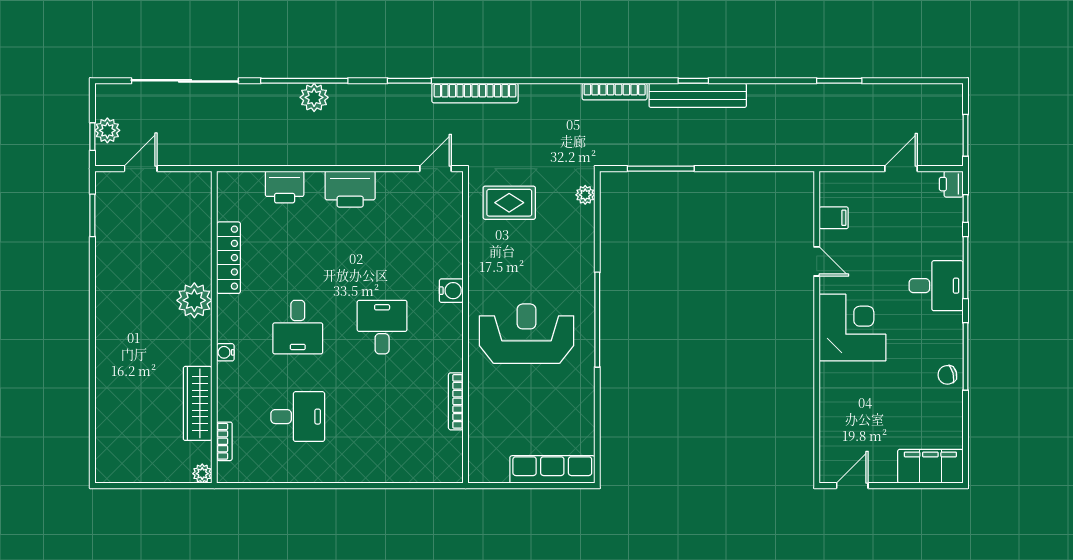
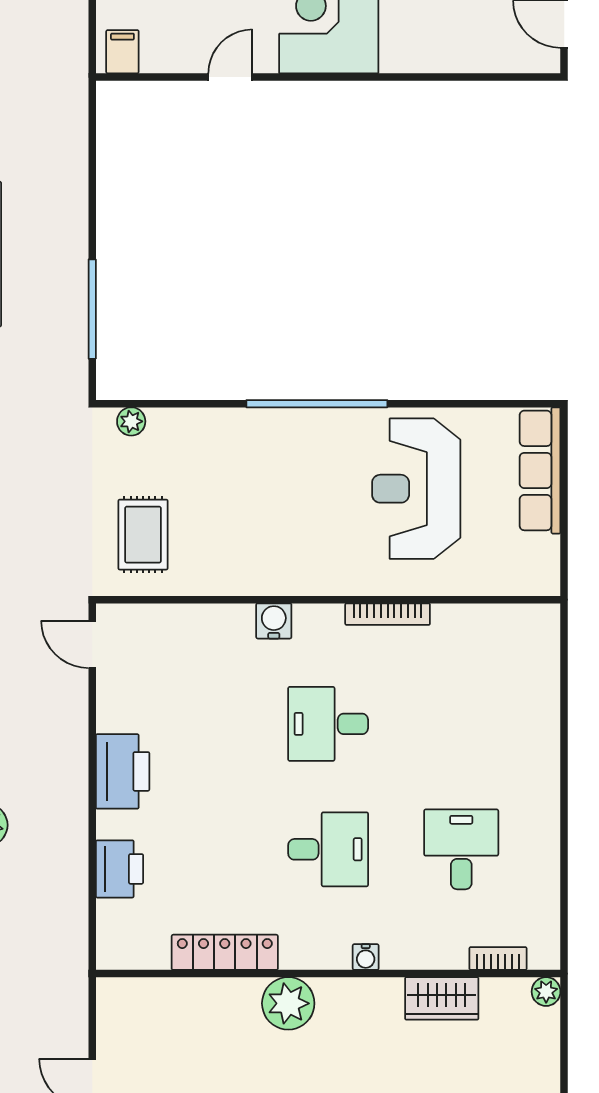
filing cabinet: (834, 218) -> (122, 52), moved
reception desk: (527, 334) -> (416, 489), moved
bookcase: (456, 401) -> (388, 614), moved
wardrobe: (198, 403) -> (442, 998), width x0.67

